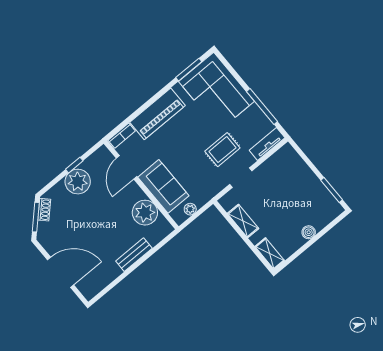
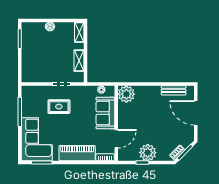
tv unit: (267, 144) -> (33, 90), removed
plant: (145, 213) -> (126, 94), moved
bench: (134, 255) -> (174, 90), moved

